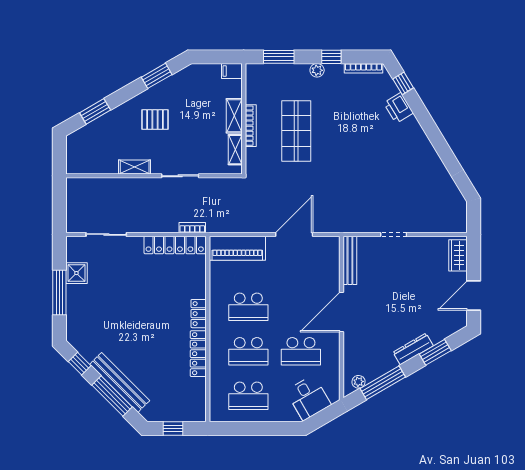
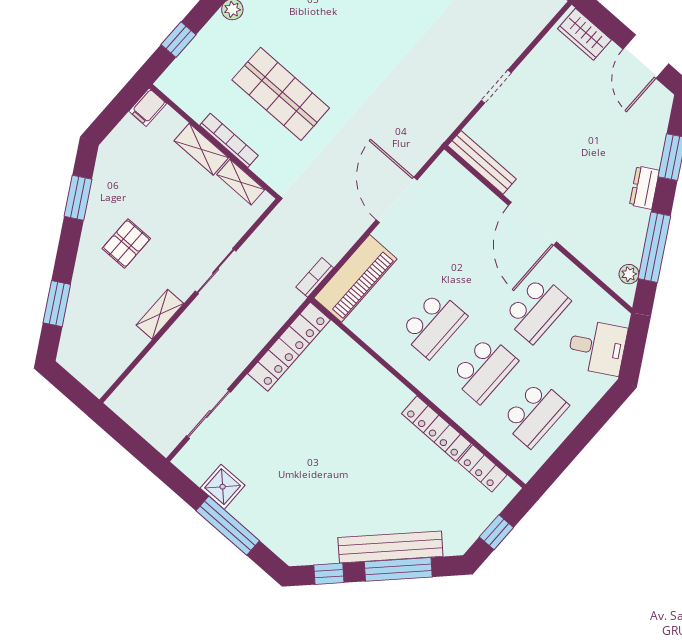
window: (279, 57) -> (179, 40), width x0.67
bookcase: (192, 228) -> (315, 277), moved
locker: (199, 314) -> (482, 468), moved
dresser: (413, 349) -> (644, 188), width x0.70

